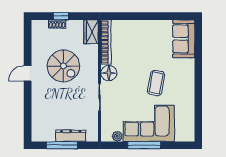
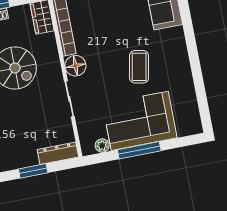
dresser: (71, 136) -> (58, 153), moved
window: (62, 145) -> (33, 171), width x0.69

